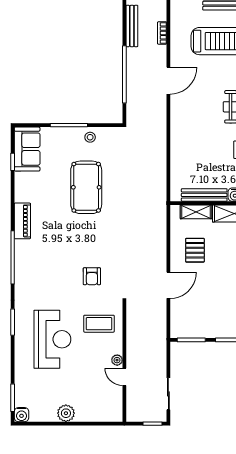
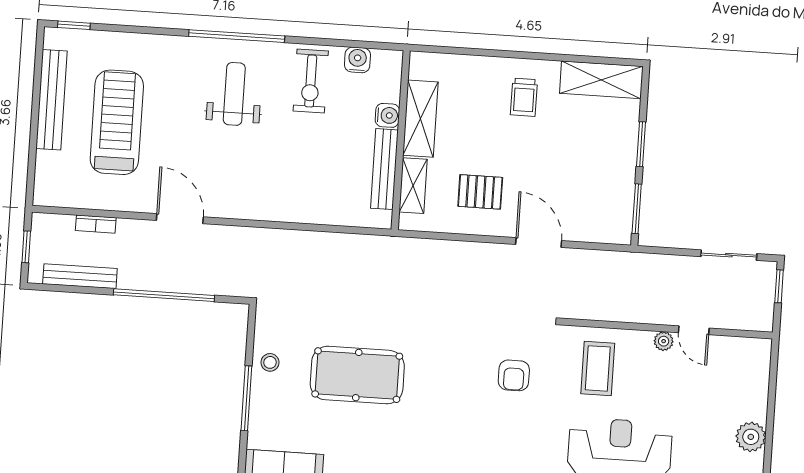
armchair: (92, 276) -> (514, 375), turned 90
door: (124, 377) -> (694, 330), hinge flipped

